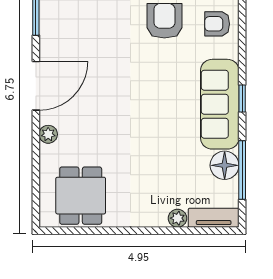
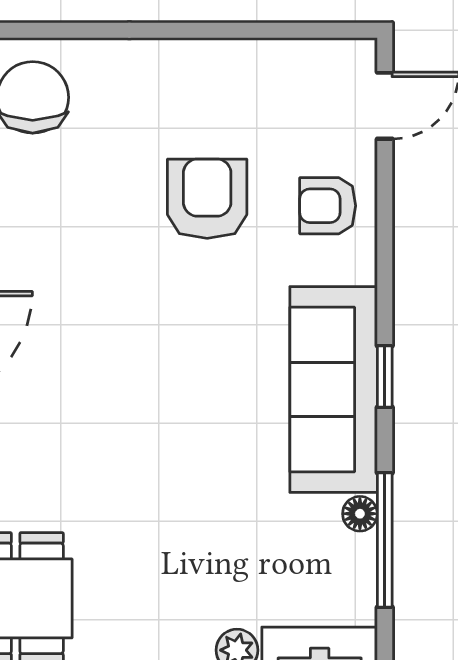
floor lamp: (225, 165) -> (360, 514), width x0.53, depth x0.53

